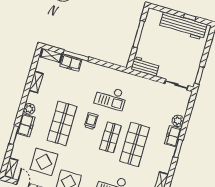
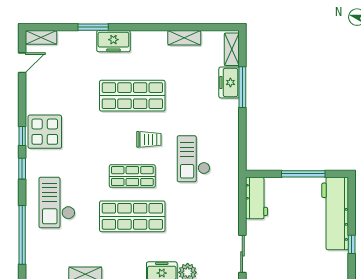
workbench: (183, 26) -> (335, 214), moved
plant: (29, 109) -> (140, 39), removed
display table: (44, 162) -> (65, 85), removed

